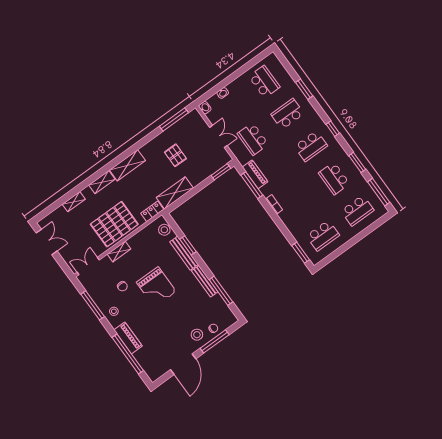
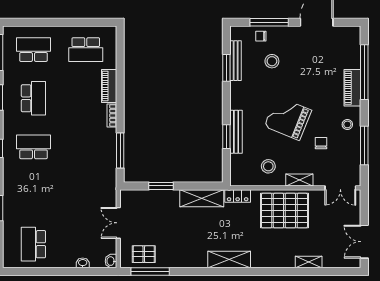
school desk: (288, 114) -> (33, 196), removed
school desk: (253, 139) -> (86, 196), removed
pallet: (175, 155) -> (144, 254), moved, turned 90
window: (221, 172) -> (161, 186), moved
piano: (255, 174) -> (109, 86), moved
shelving: (102, 182) -> (267, 261), removed
stool: (164, 230) -> (268, 166), moved
school desk: (323, 236) -> (86, 50), turned 180
window: (301, 253) -> (120, 48), removed
bench: (205, 281) -> (236, 61), moved
grand piano: (156, 287) -> (288, 118), turned -68
window: (221, 291) -> (226, 68), width x0.69
stool: (197, 335) -> (272, 61), moved

